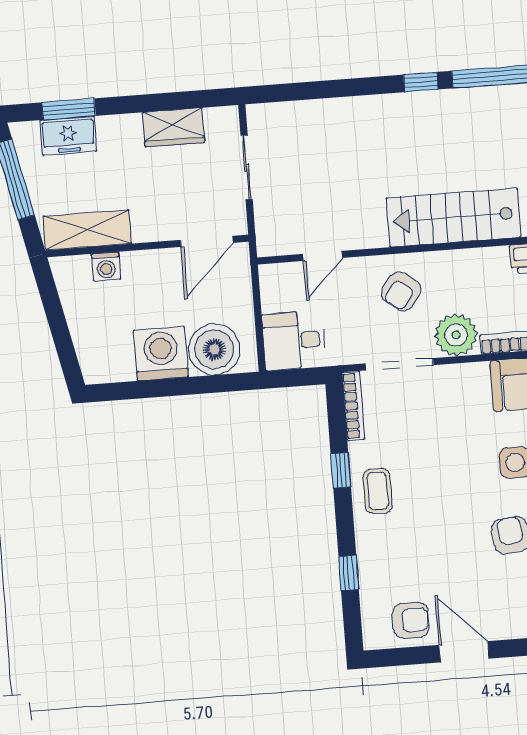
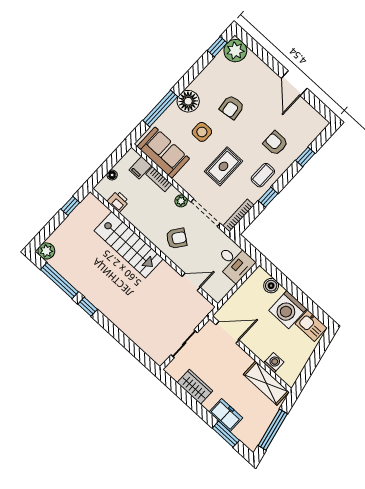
freezer: (68, 136) -> (226, 415), moved
plant: (456, 335) -> (181, 201), width x0.53, depth x0.53
boiler: (214, 349) -> (271, 286), width x0.54, depth x0.54
kitchen sink: (109, 365) -> (311, 326), added
rug: (440, 448) -> (223, 166), added
armchair: (411, 620) -> (276, 143), moved

